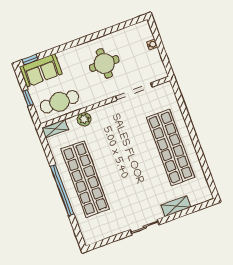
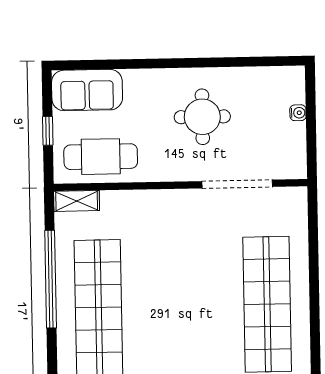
window: (30, 60) -> (75, 65), removed
plant: (84, 119) -> (133, 202), removed
window: (62, 190) -> (51, 279), moved

